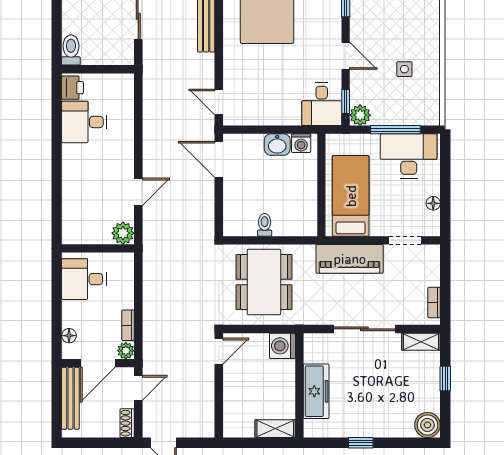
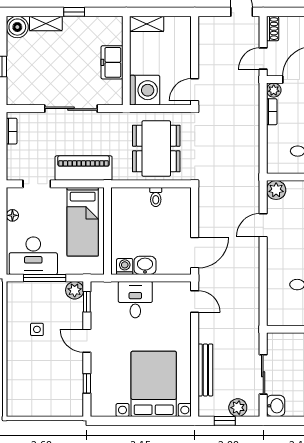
desk: (322, 104) -> (135, 300), moved
door: (219, 159) -> (195, 253), hinge flipped
shelving: (421, 342) -> (46, 24), moved
washing machine: (282, 346) -> (145, 90), width x1.37, depth x1.37
freezer: (316, 391) -> (112, 62), width x0.71

